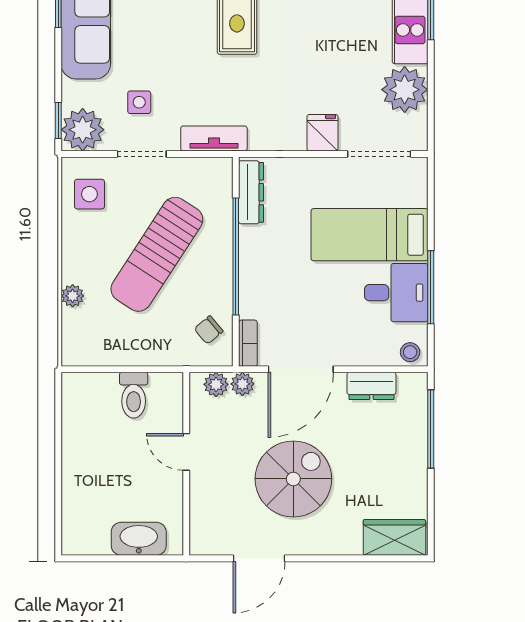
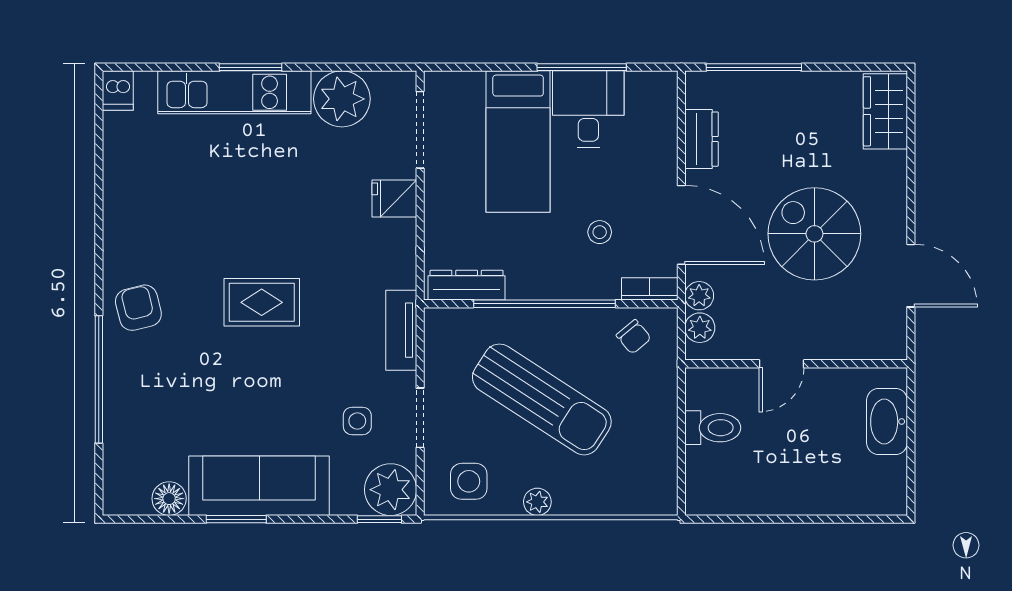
plant: (73, 296) -> (537, 502), moved
stool: (410, 352) -> (600, 232), moved

